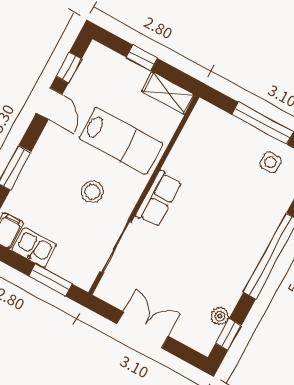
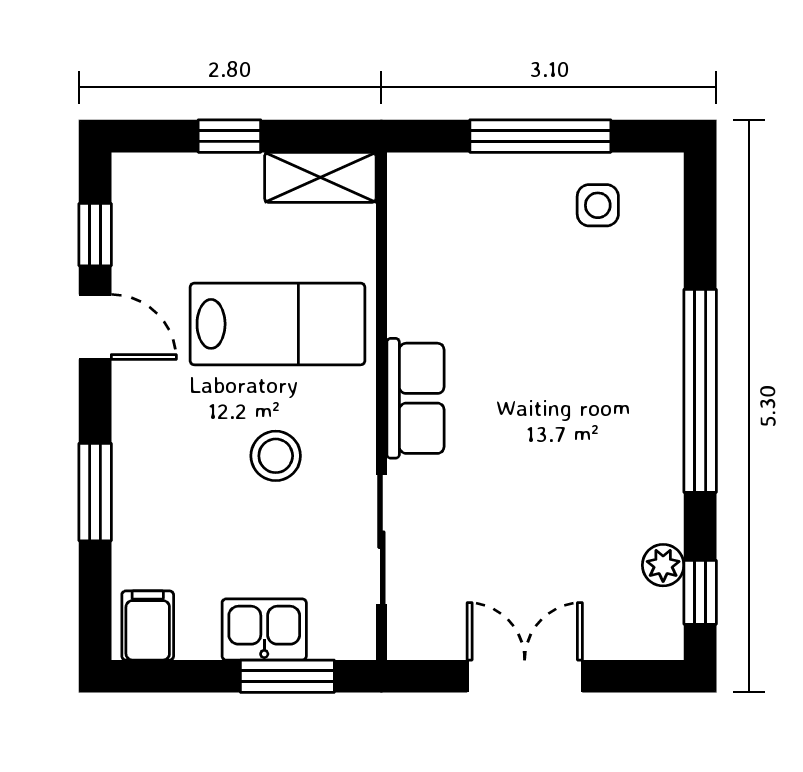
kitchen sink: (34, 248) -> (264, 629), moved

